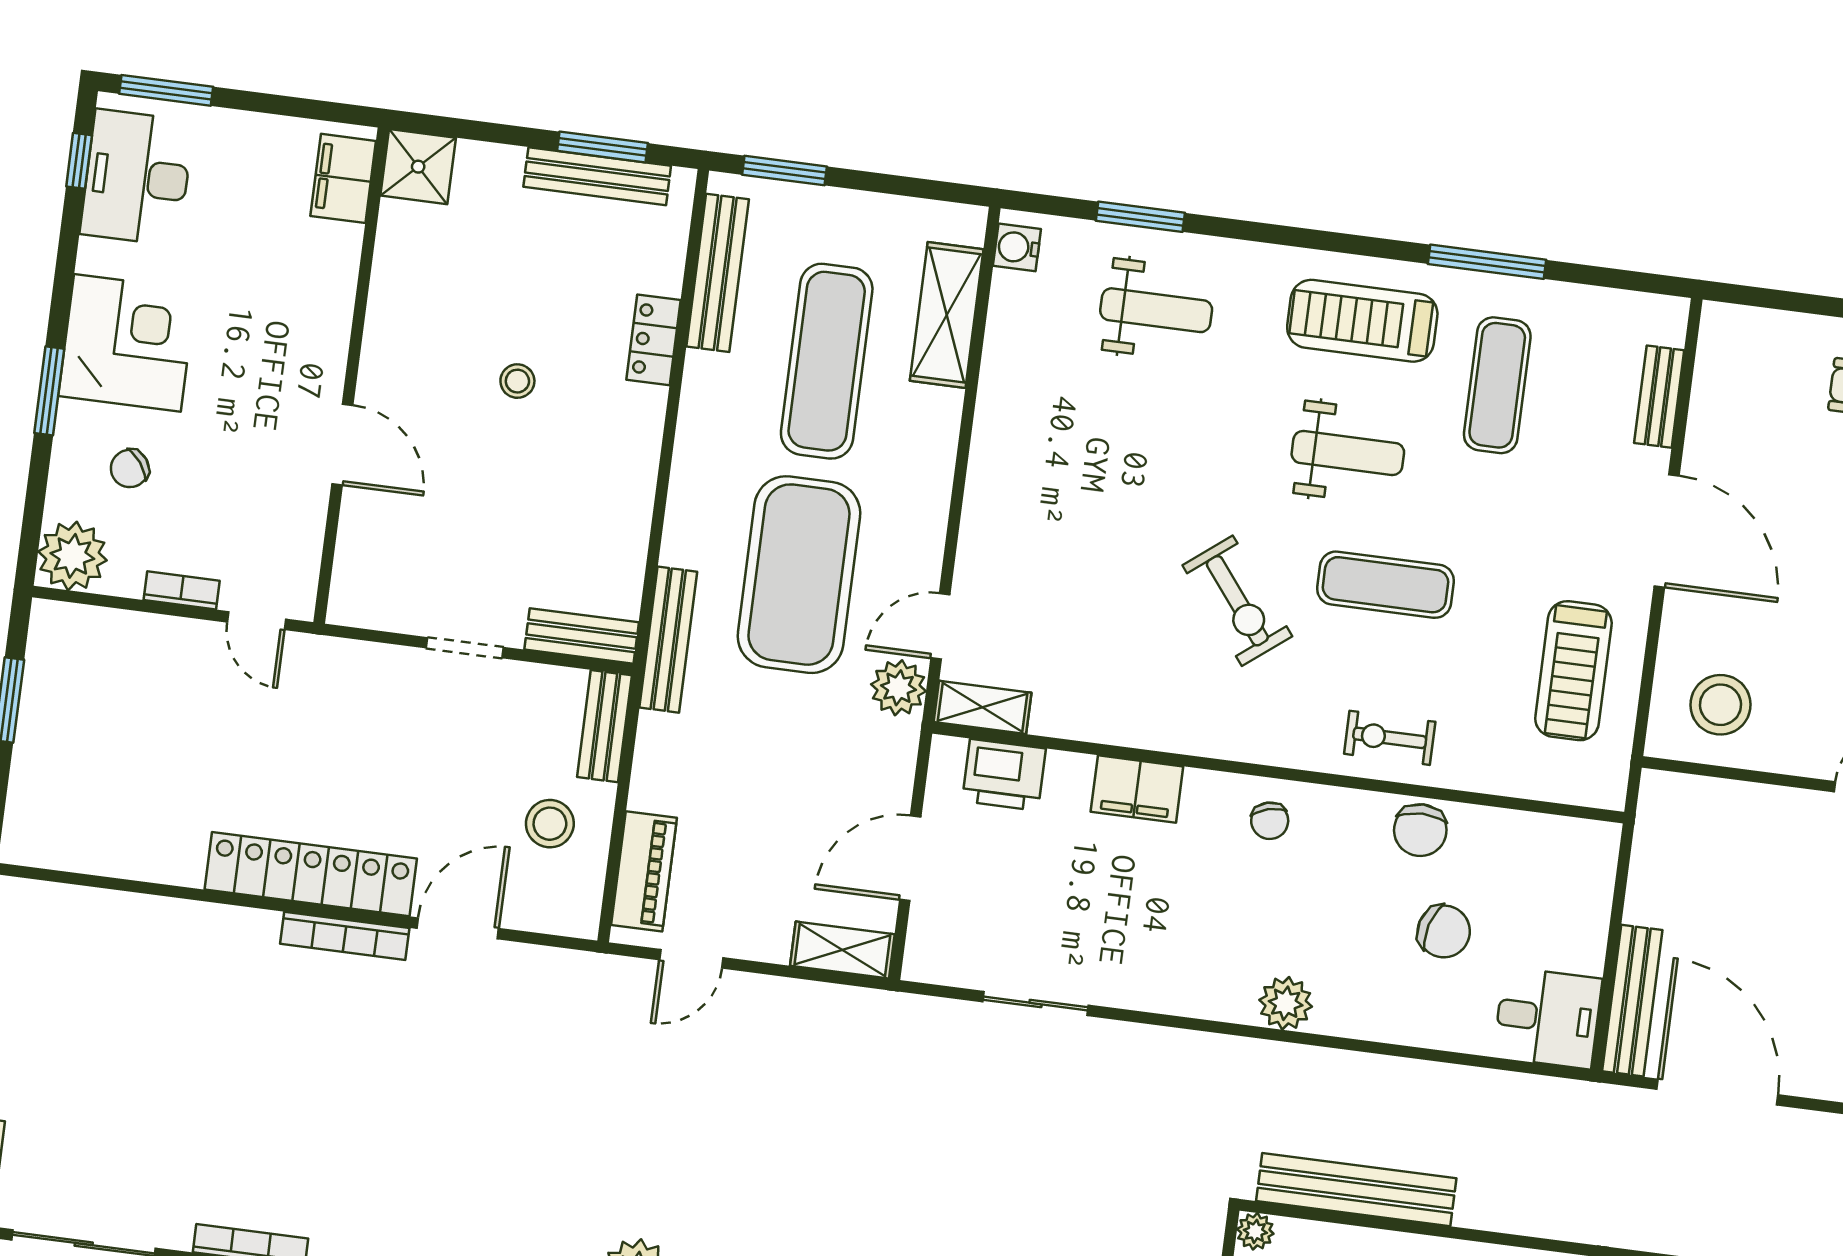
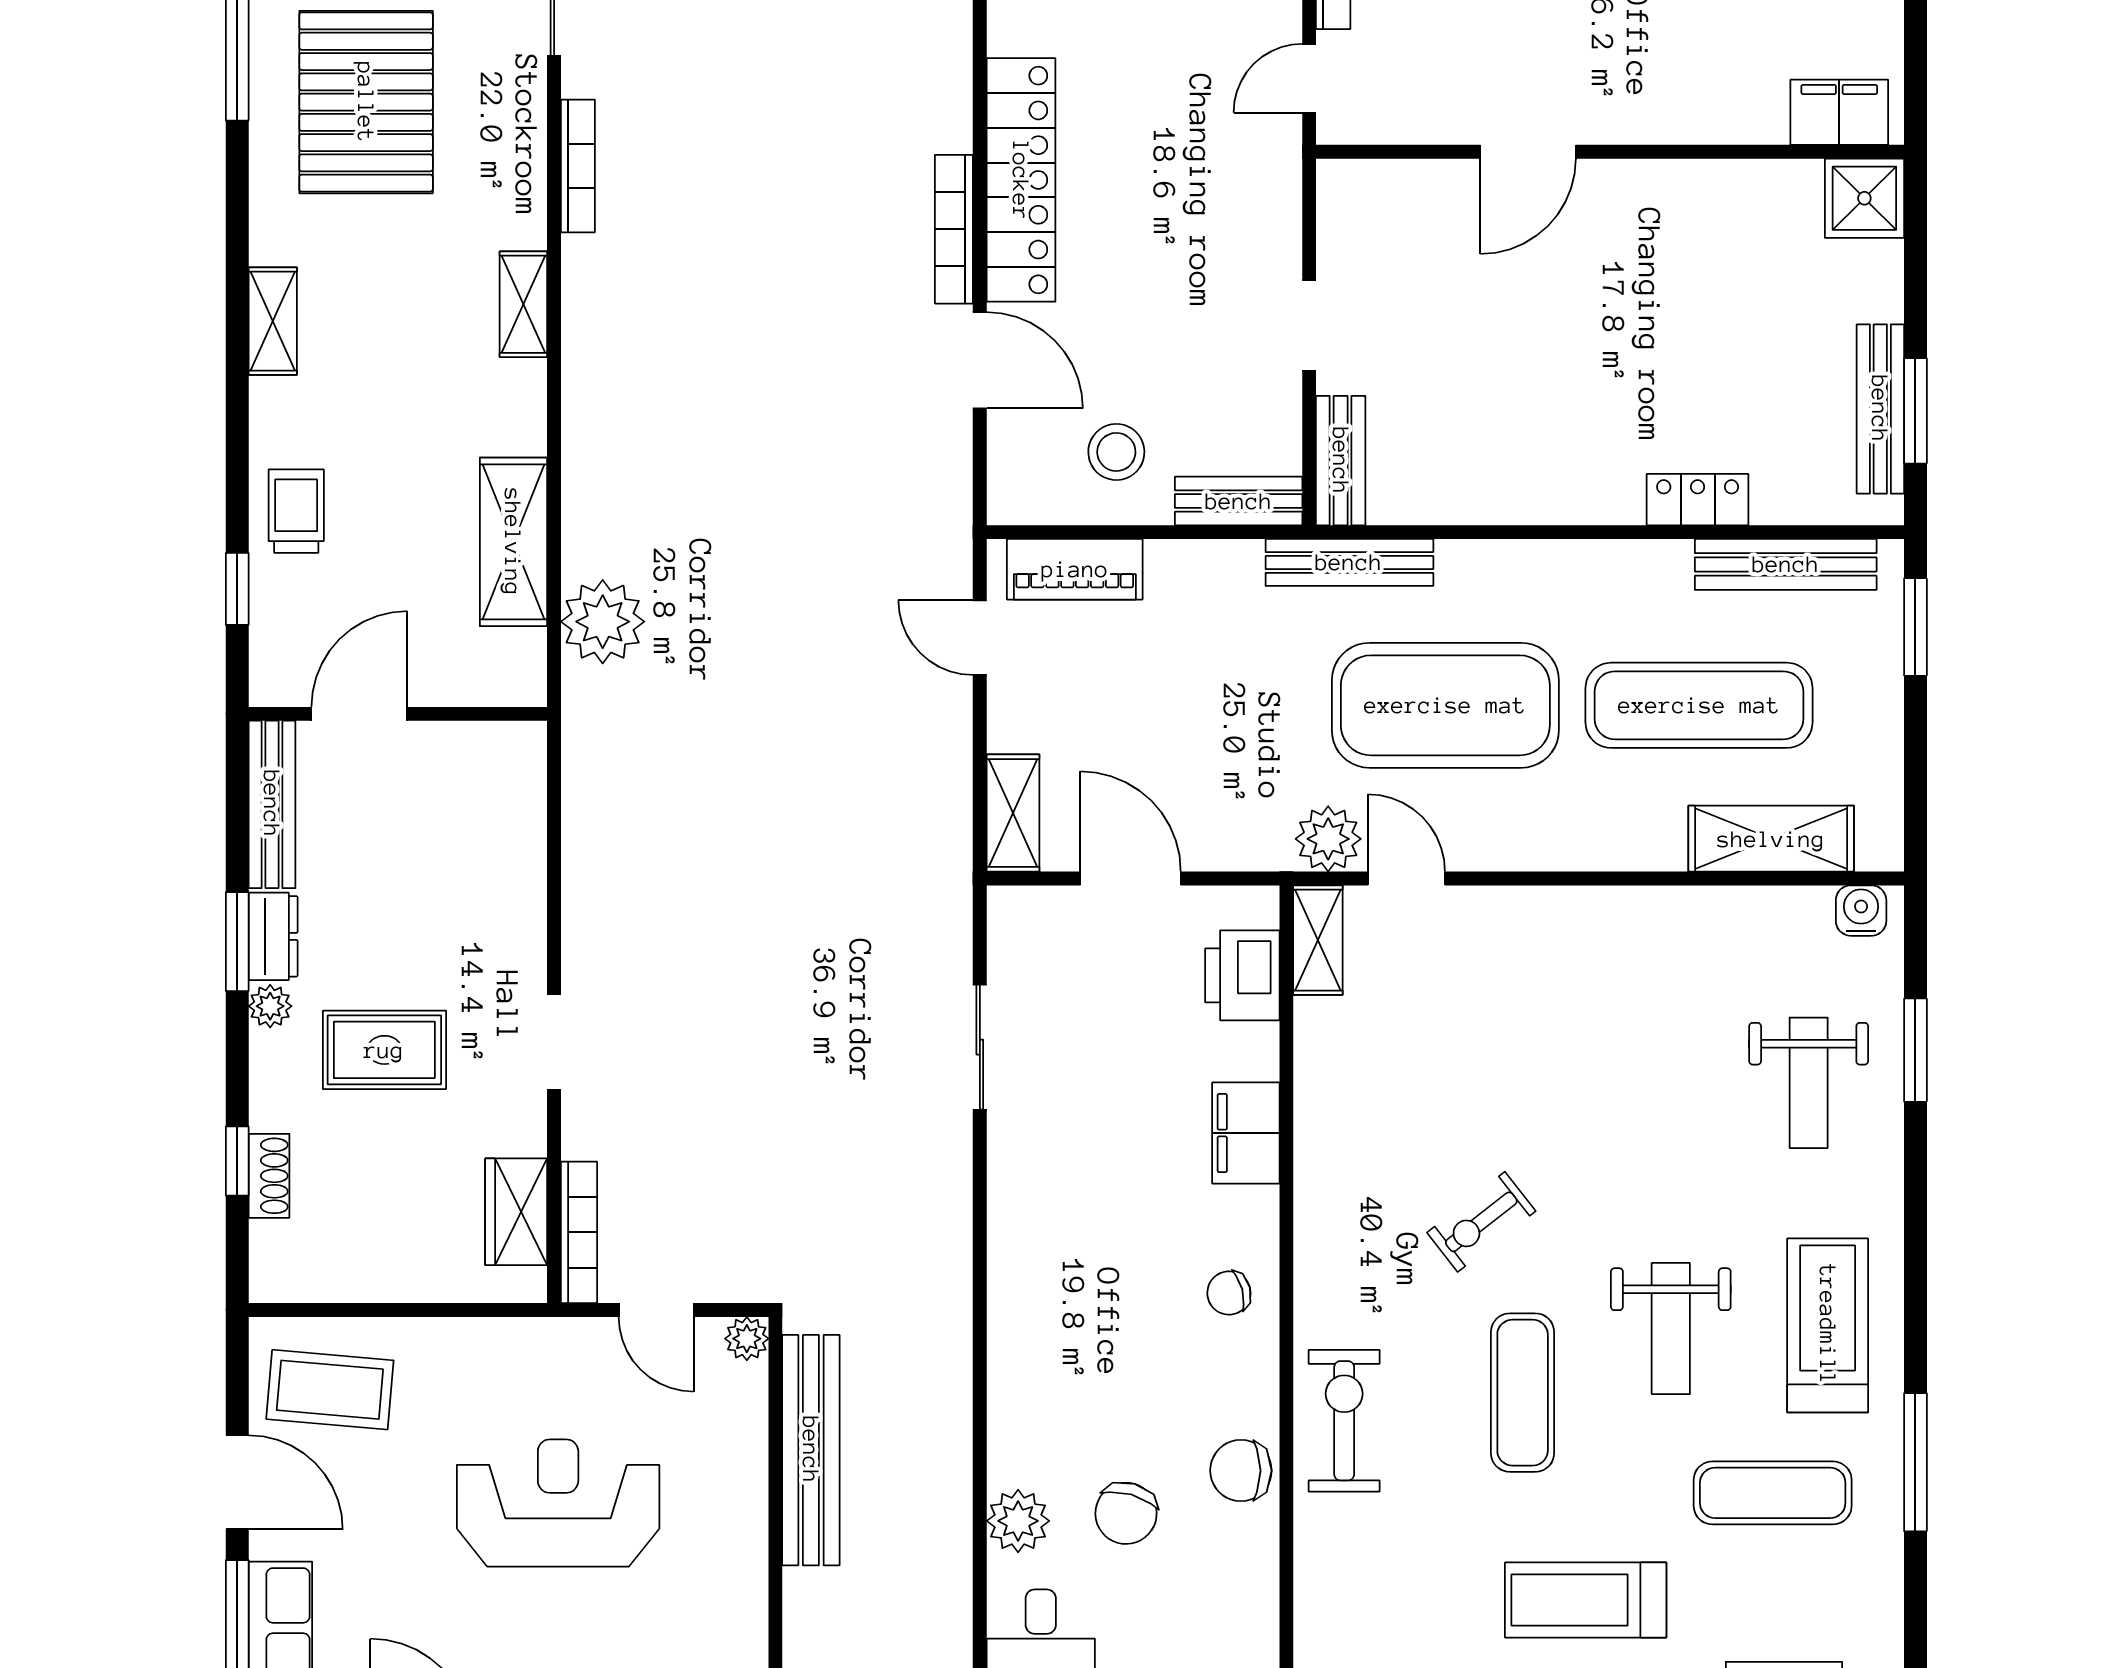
stool: (517, 381) -> (1629, 347), removed
exercise bike: (1237, 601) -> (1481, 1222), width x0.73, depth x0.72
treadmill: (1573, 671) -> (1586, 1600), moved
exercise bike: (1390, 738) -> (1344, 1421), width x1.38, depth x1.39
plant: (1286, 1003) -> (1018, 1521), moved

